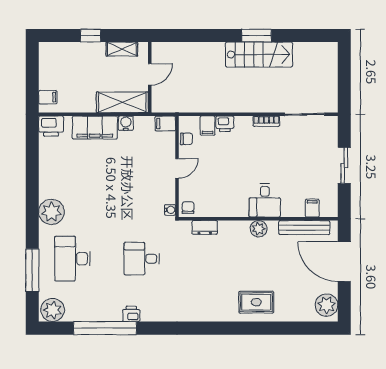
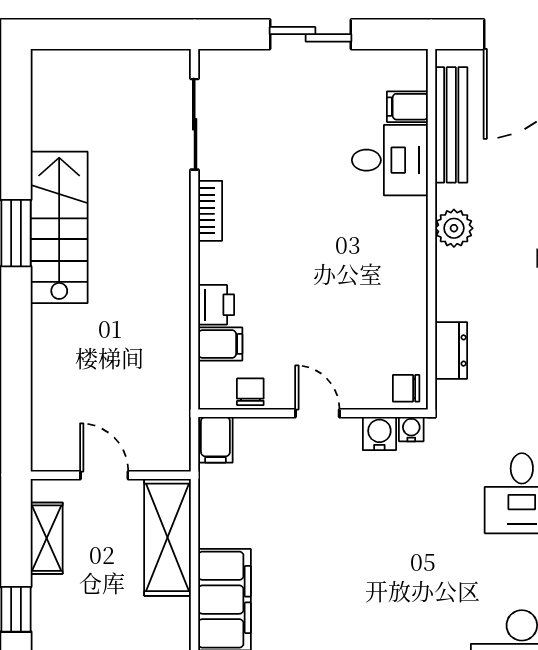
water cooler: (126, 123) -> (379, 434), moved, turned 90
desk: (265, 200) -> (390, 160), moved

